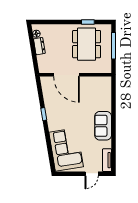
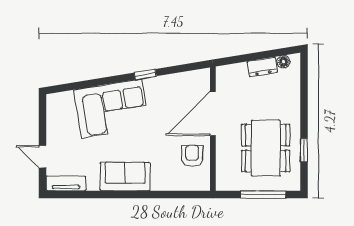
dining table: (87, 44) -> (266, 148), turned 90
armchair: (91, 87) -> (192, 156), added
corner sofa: (66, 149) -> (112, 108), moved

